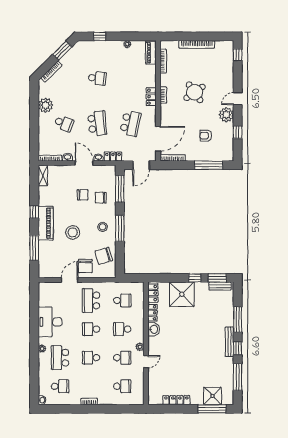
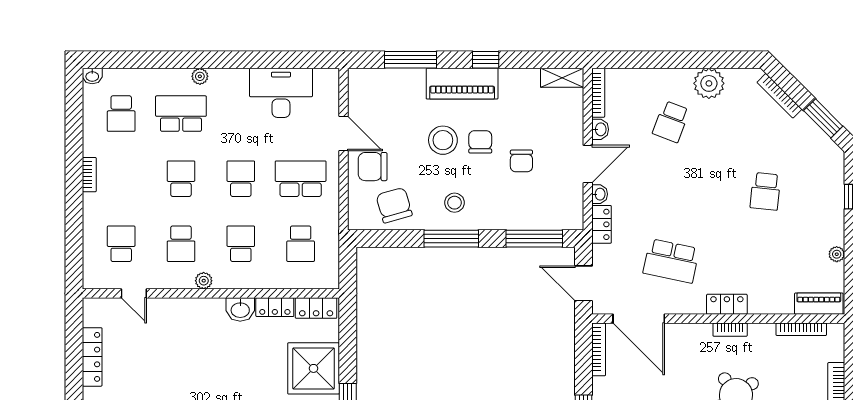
school desk: (97, 123) -> (671, 191), removed
chair: (101, 198) -> (480, 142), moved
desk: (50, 322) -> (281, 93), moved
door: (146, 362) -> (134, 293), moved
school desk: (122, 386) -> (121, 244), turned 180

